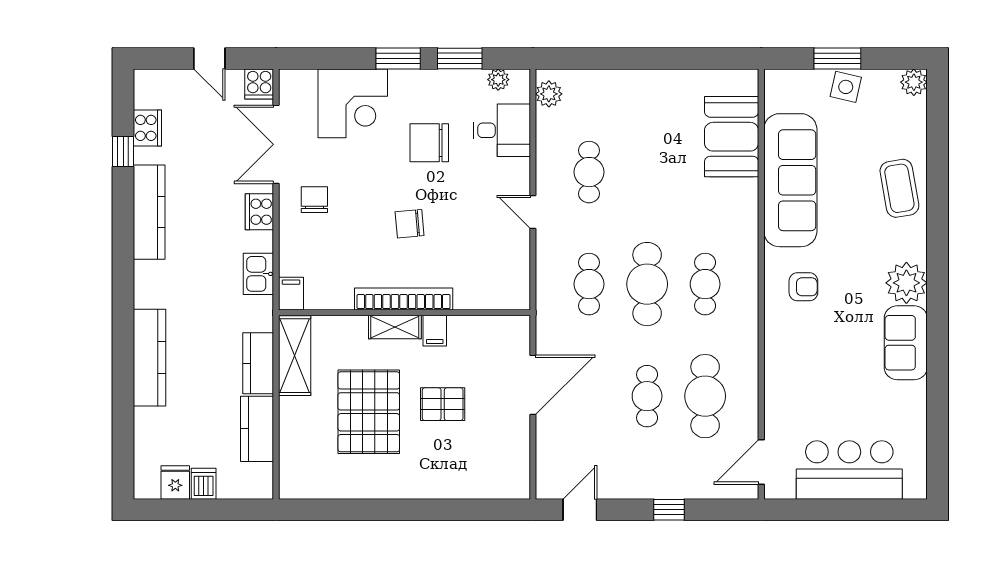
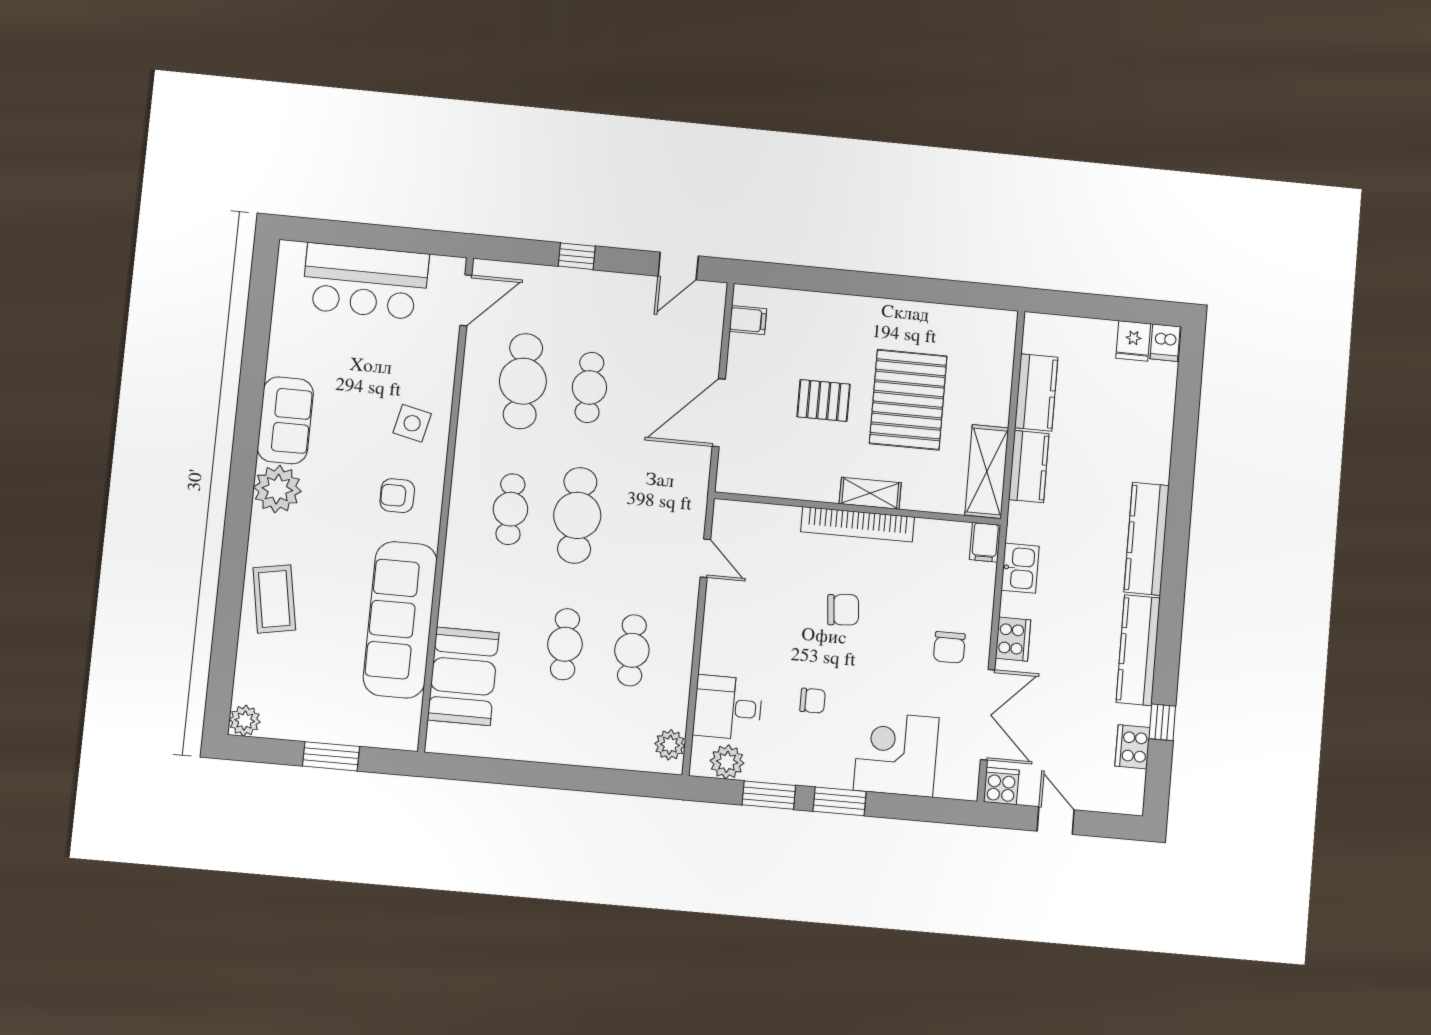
plant: (498, 80) -> (727, 762), width x1.38, depth x1.38
side table: (846, 87) -> (412, 423), moved
chair: (429, 143) -> (813, 701), width x0.54, depth x0.54
door: (533, 212) -> (705, 558), moved
cafe table: (589, 284) -> (565, 644), moved
filing cabinet: (435, 331) -> (748, 320), moved, turned 90
kitchen counter: (150, 358) -> (1147, 539), moved
dishwasher: (204, 484) -> (1165, 343), moved

